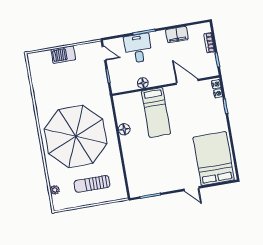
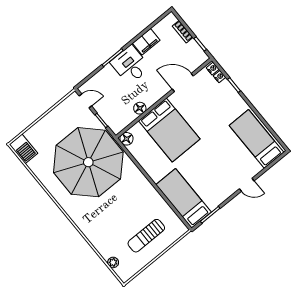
desk: (138, 48) -> (130, 65), moved
barbecue: (63, 55) -> (24, 149), moved, turned -90
bed: (156, 112) -> (169, 130), width x1.50
floor lamp: (124, 129) -> (126, 139), moved
parasol: (76, 136) -> (88, 162), moved
bed: (214, 158) -> (256, 139), width x0.67
bed: (137, 171) -> (184, 198), added

